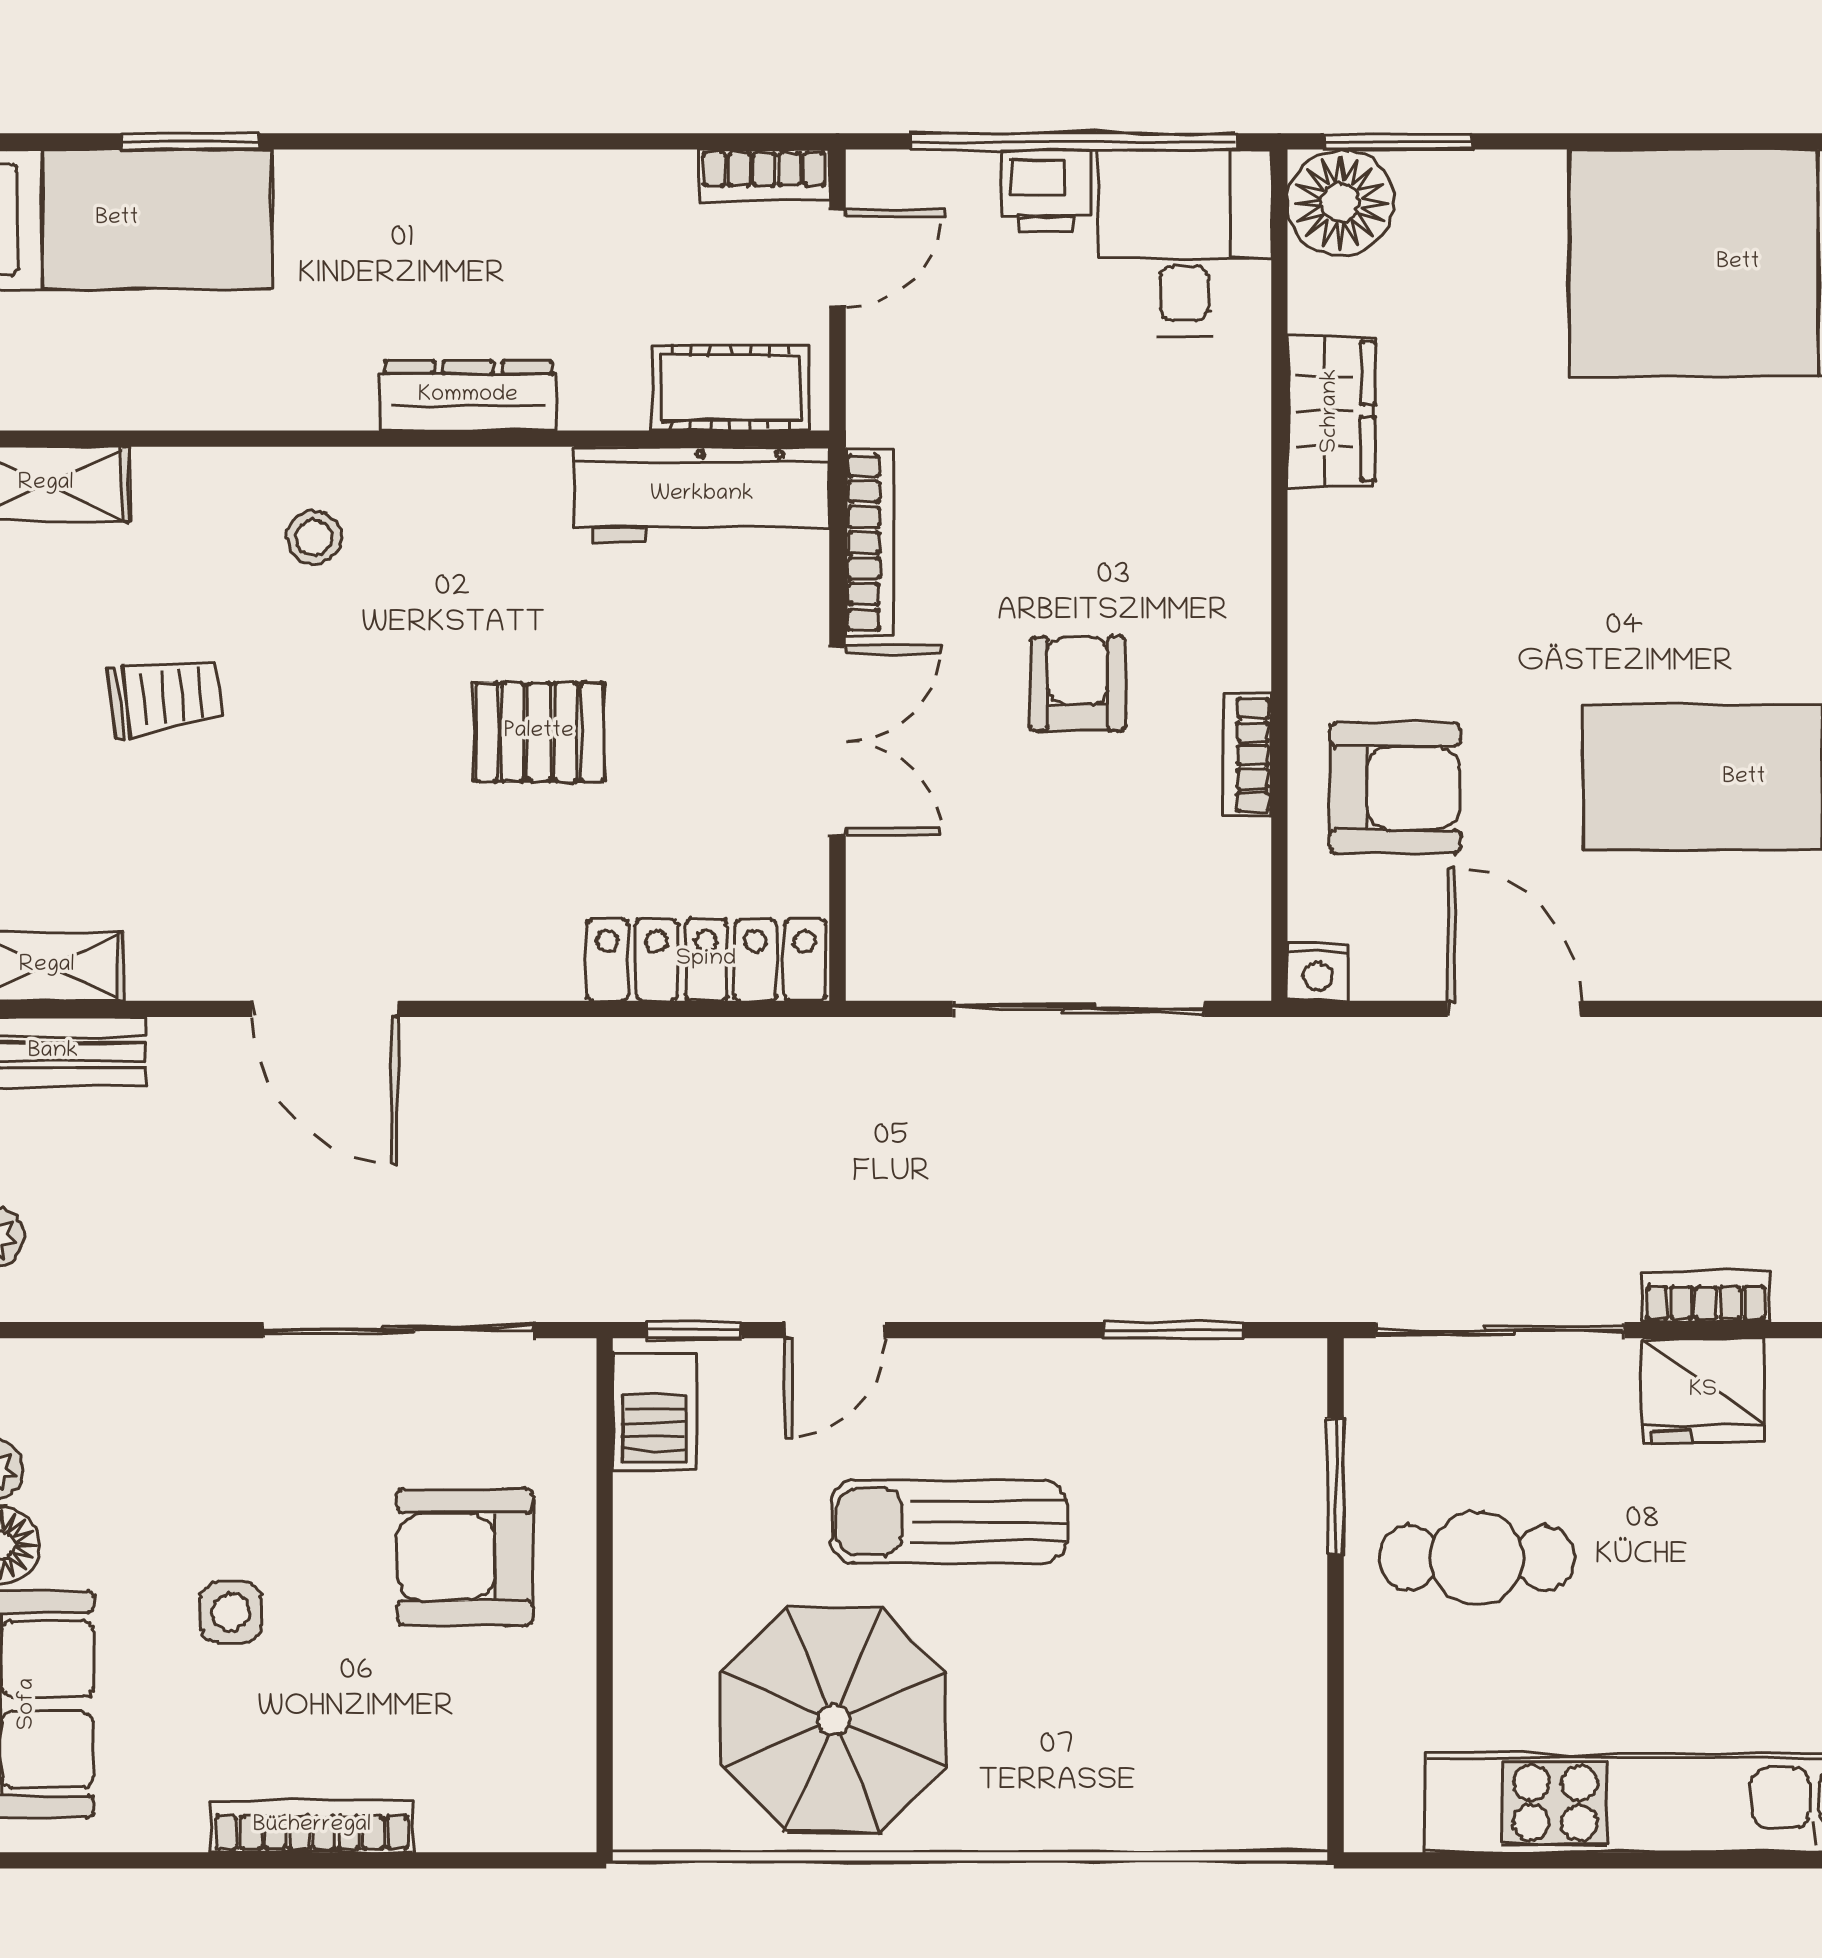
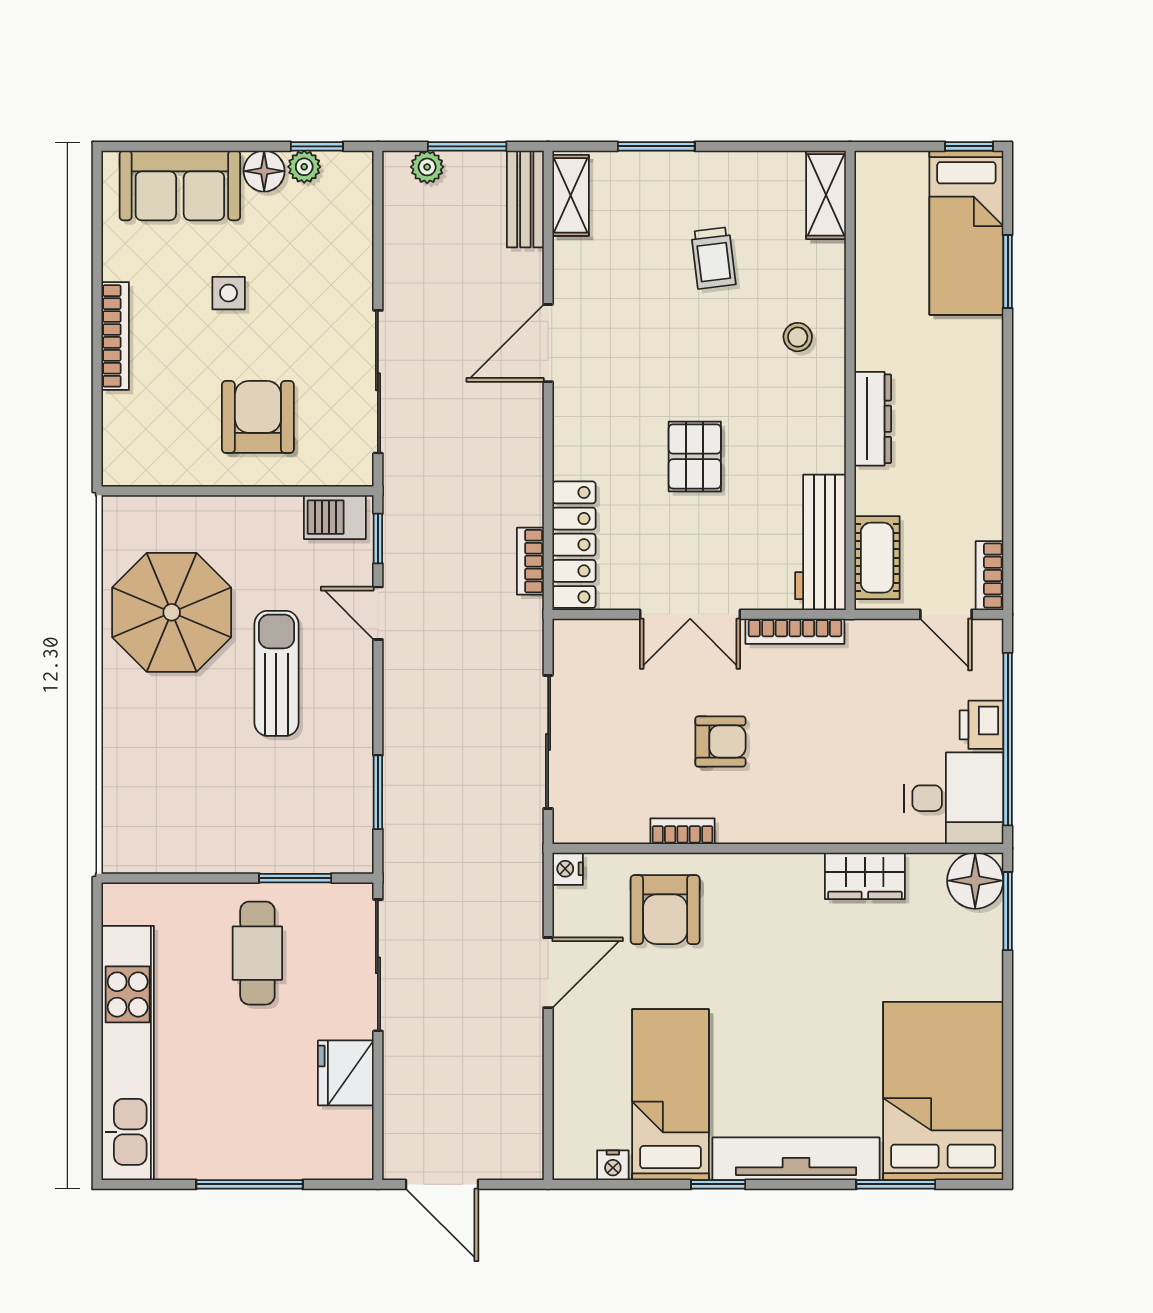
bookcase: (1706, 1297) -> (530, 561), moved, turned 180

